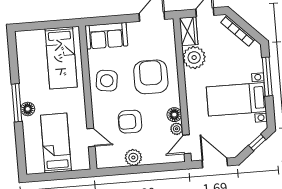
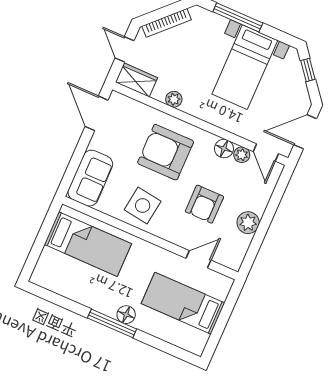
plant: (194, 58) -> (174, 99), width x0.53, depth x0.53

